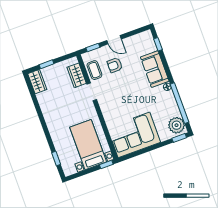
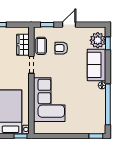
door: (114, 40) -> (69, 25), swing flipped
plant: (176, 125) -> (98, 40), moved
corner sofa: (134, 135) -> (49, 100), moved, turned 90

